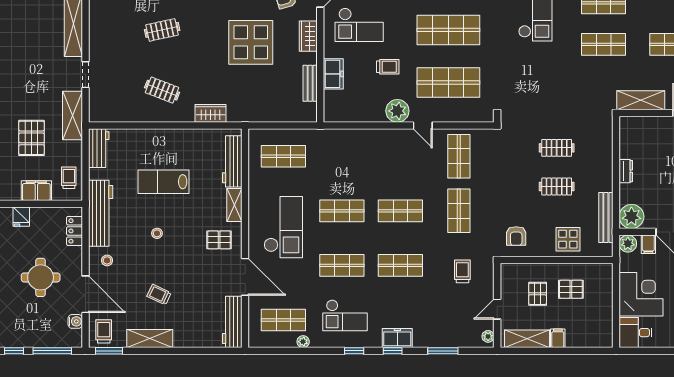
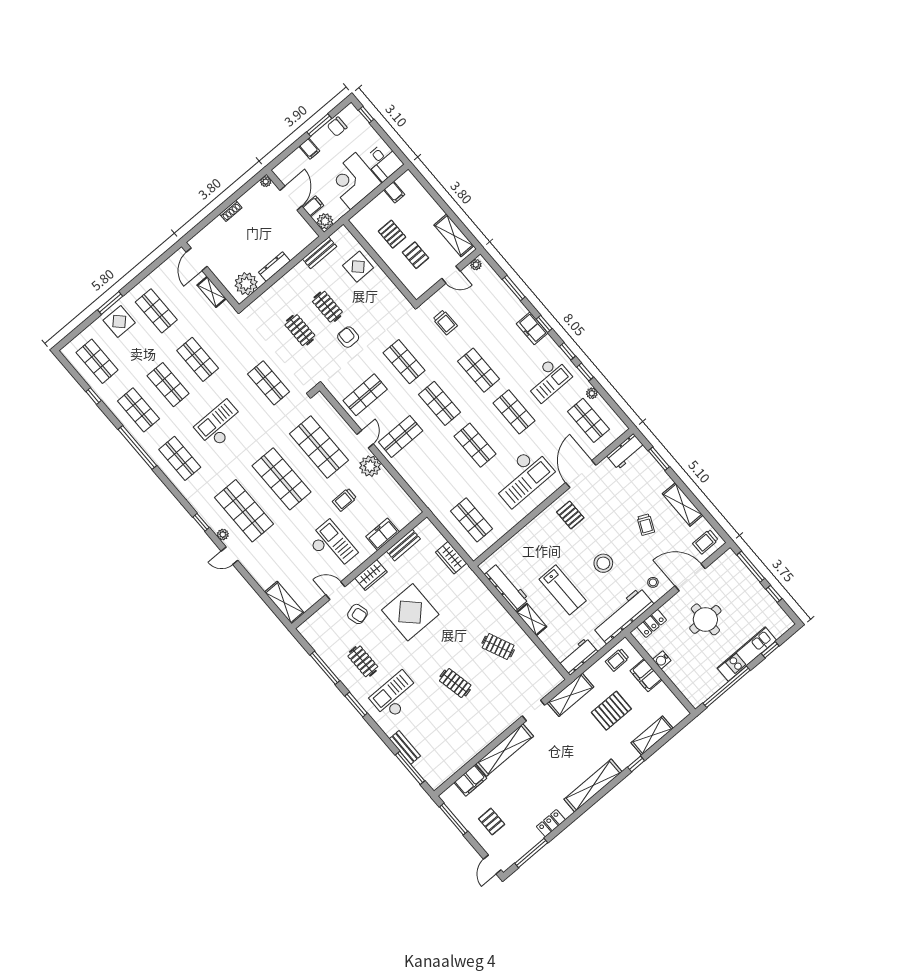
trolley: (388, 67) -> (344, 500), turned -90
shop shelf: (535, 86) -> (269, 383), added
clothes rail: (162, 90) -> (498, 647), turned -45
shelving: (641, 100) -> (212, 292), width x0.67, depth x0.75
wardrobe: (211, 113) -> (451, 558), moved
shop shelf: (400, 156) -> (401, 436), added
workbench: (232, 161) -> (507, 587), moved, turned -90
dresser: (626, 171) -> (274, 267), width x1.44
shelving: (234, 205) -> (532, 619), moved, turned 90
shop shelf: (459, 211) -> (404, 362), turned 90
plant: (631, 216) -> (246, 284), moved
fridge: (21, 217) -> (674, 670), removed
bench: (606, 217) -> (320, 253), width x0.73
checkout: (283, 227) -> (522, 477), turned 180
stool: (157, 233) -> (603, 563), width x1.89, depth x1.89
armchair: (516, 236) -> (348, 337), moved, turned -90
trolley: (462, 271) -> (445, 322), turned -90
door: (85, 294) -> (690, 577), hinge flipped
pallet: (538, 294) -> (415, 255), turned 90
checkout: (345, 315) -> (548, 379), turned 90
water cooler: (75, 321) -> (662, 660), moved, turned -90
workbench: (232, 322) -> (626, 452), width x0.73
filing cabinet: (558, 338) -> (394, 192), moved, turned -90
window: (109, 351) -> (659, 459), moved
window: (325, 351) -> (585, 372), added

